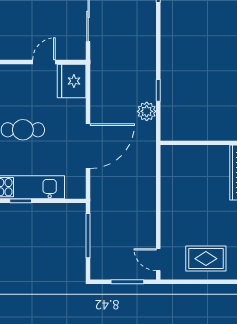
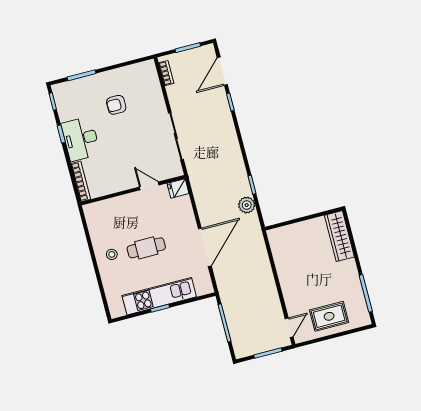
door: (44, 62) -> (149, 186), hinge flipped
fridge: (72, 81) -> (178, 188), width x0.53, depth x0.75
door: (158, 260) -> (289, 328), swing flipped

